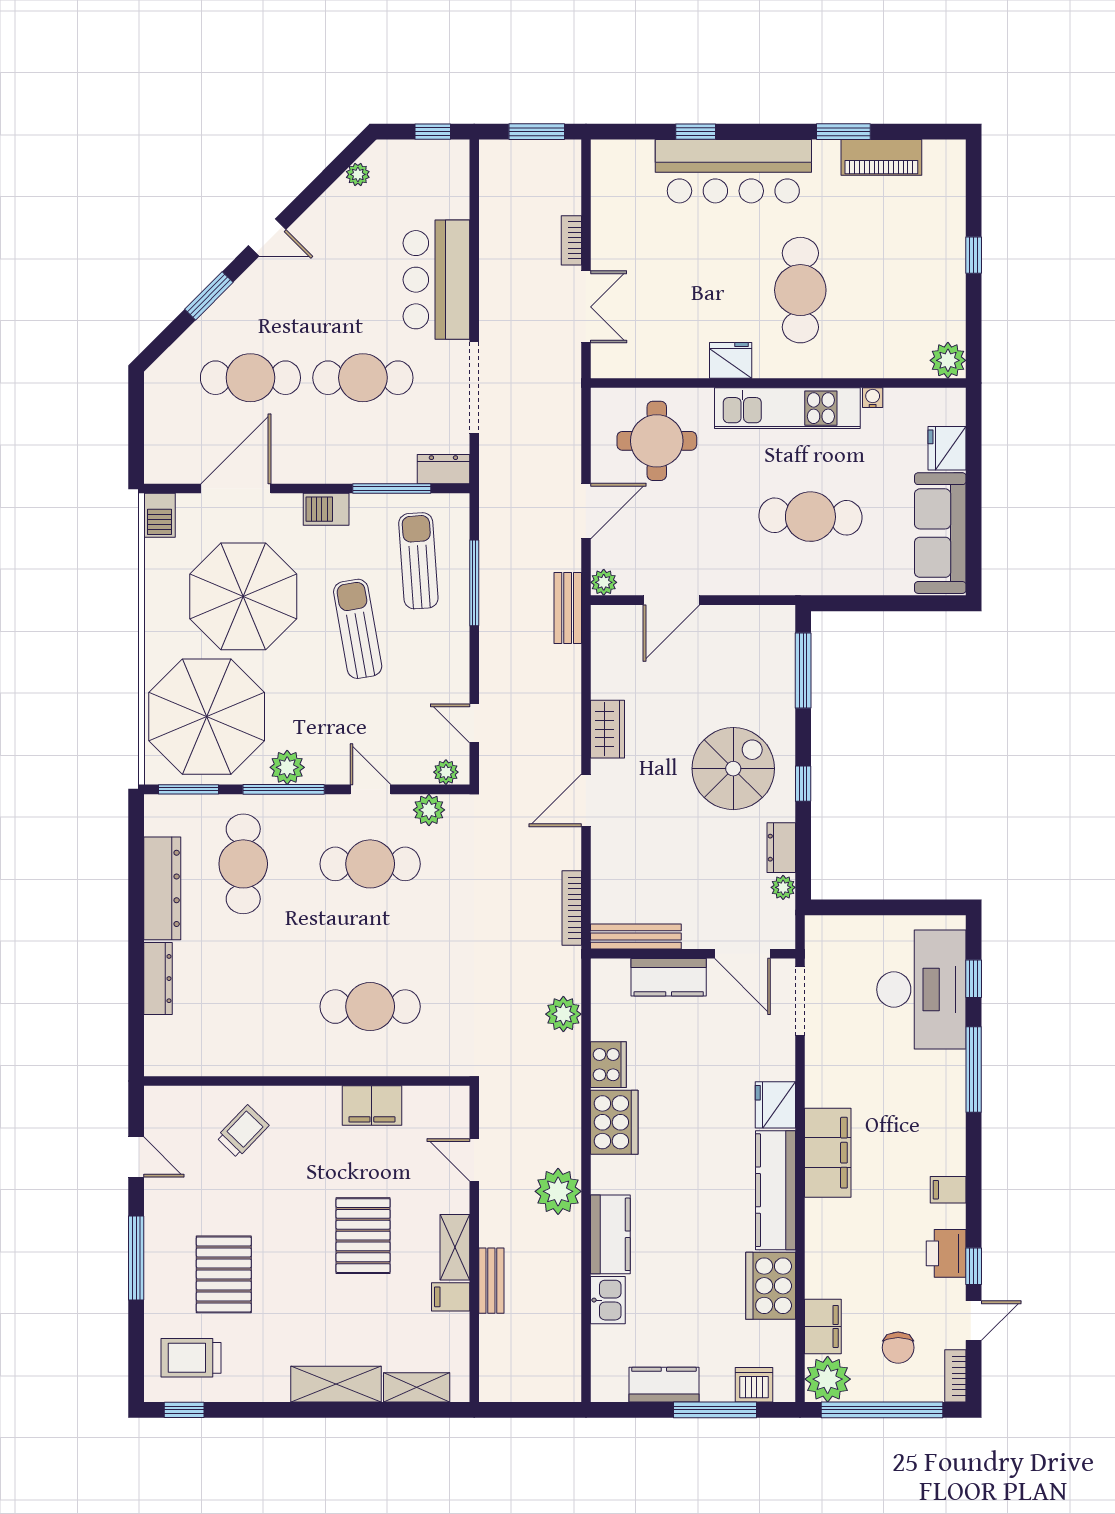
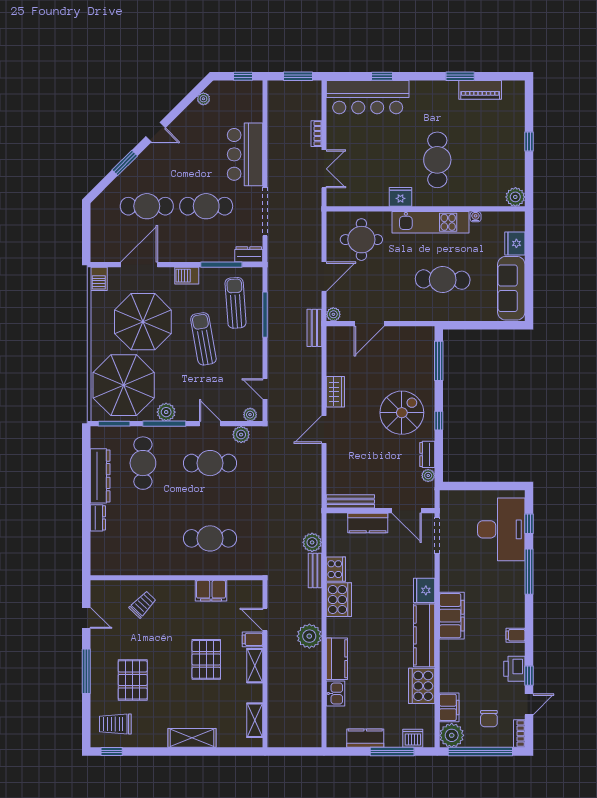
bar counter: (733, 171) -> (368, 97), moved
bookcase: (572, 908) -> (316, 486), removed
dresser: (158, 979) -> (98, 518), width x0.70
bench: (491, 1281) -> (315, 570), moved
filing cabinet: (451, 1297) -> (253, 639), moved
shelving: (417, 1387) -> (255, 720), moved, turned 90

